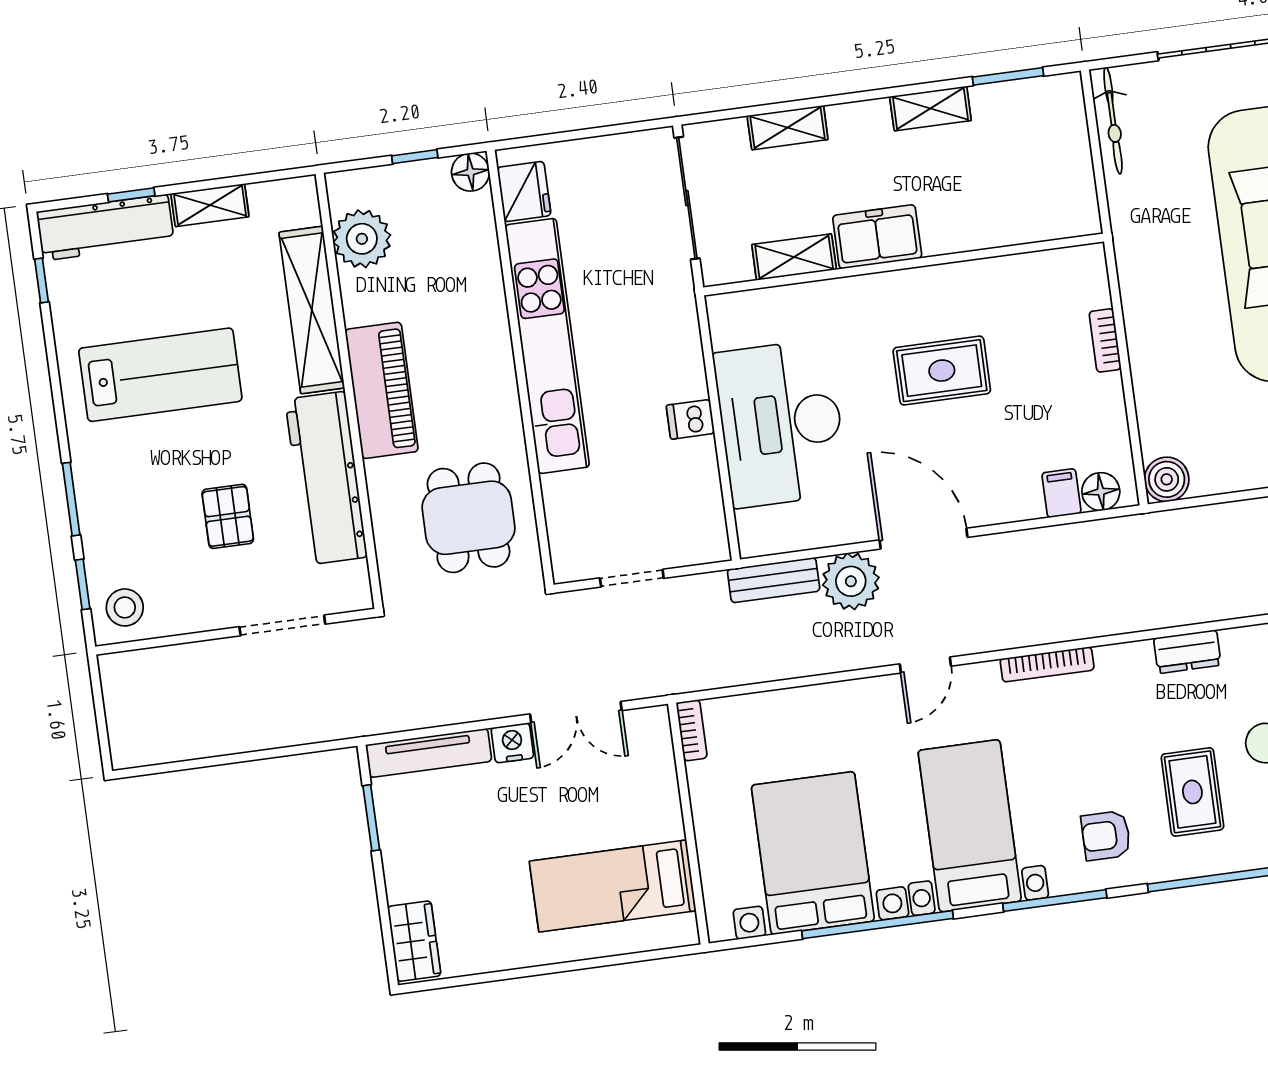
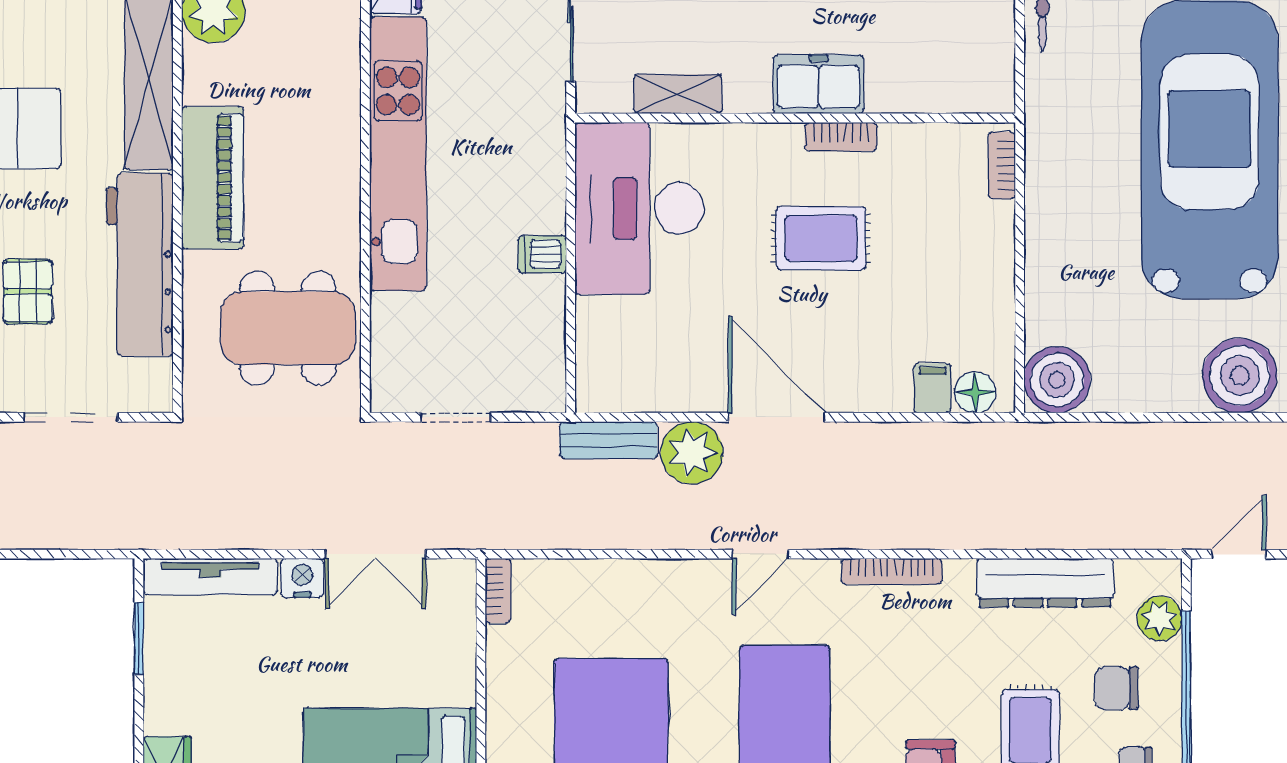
freezer: (877, 237) -> (818, 84), moved
bookcase: (947, 276) -> (841, 137), added
bookcase: (1105, 340) -> (1002, 165), moved
desk: (781, 423) -> (639, 208), moved
boiler: (1167, 479) -> (1057, 380), width x1.37, depth x1.37
dining table: (469, 518) -> (288, 328), width x1.38
dresser: (1187, 652) -> (1045, 583), width x1.96, depth x1.24

